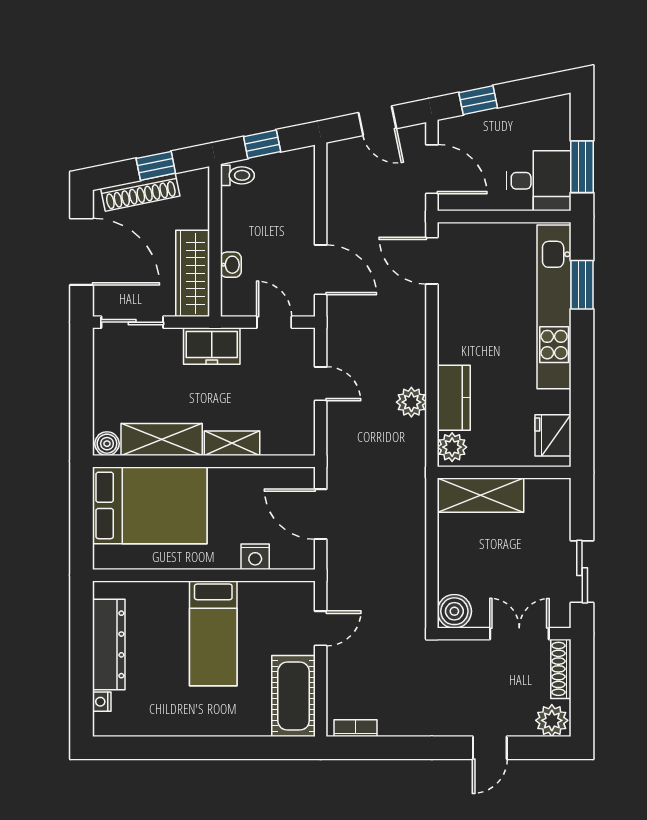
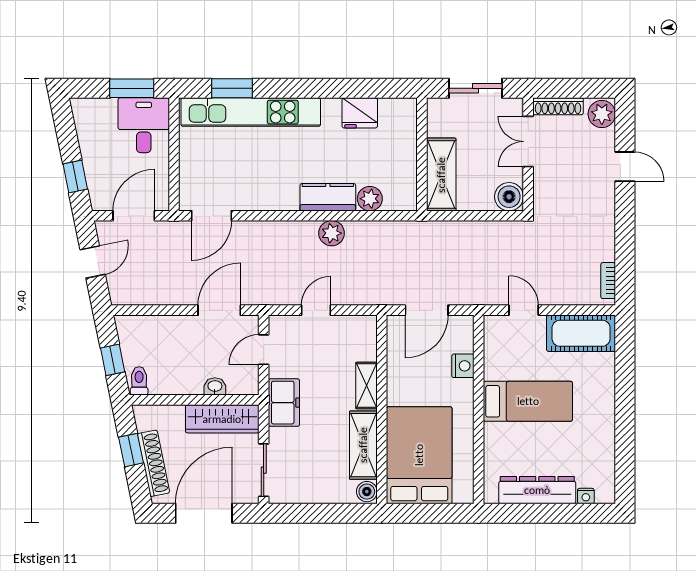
wall: (504, 472) -> (422, 154), moved
shelving: (481, 495) -> (441, 175), moved

